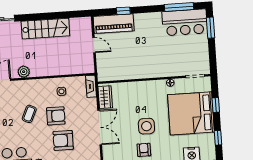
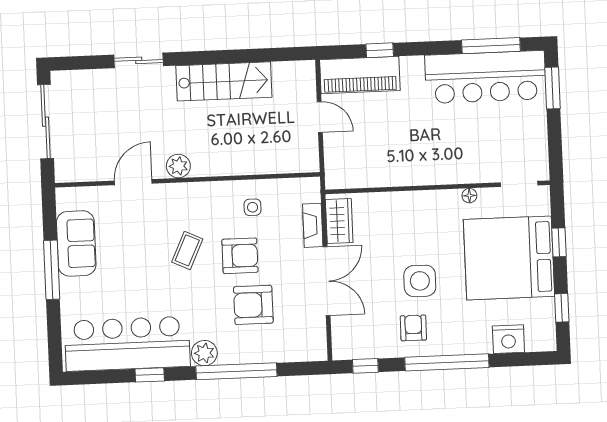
bar counter: (185, 22) -> (485, 77), width x1.36
fireplace: (91, 86) -> (313, 225), moved

